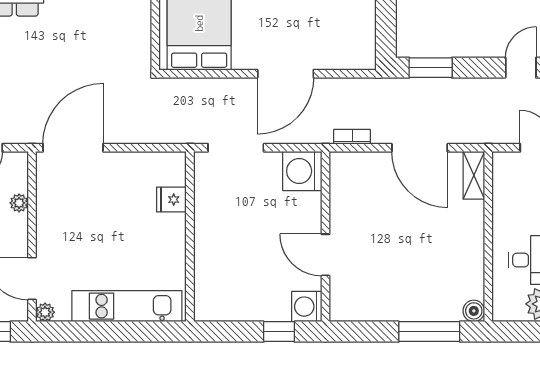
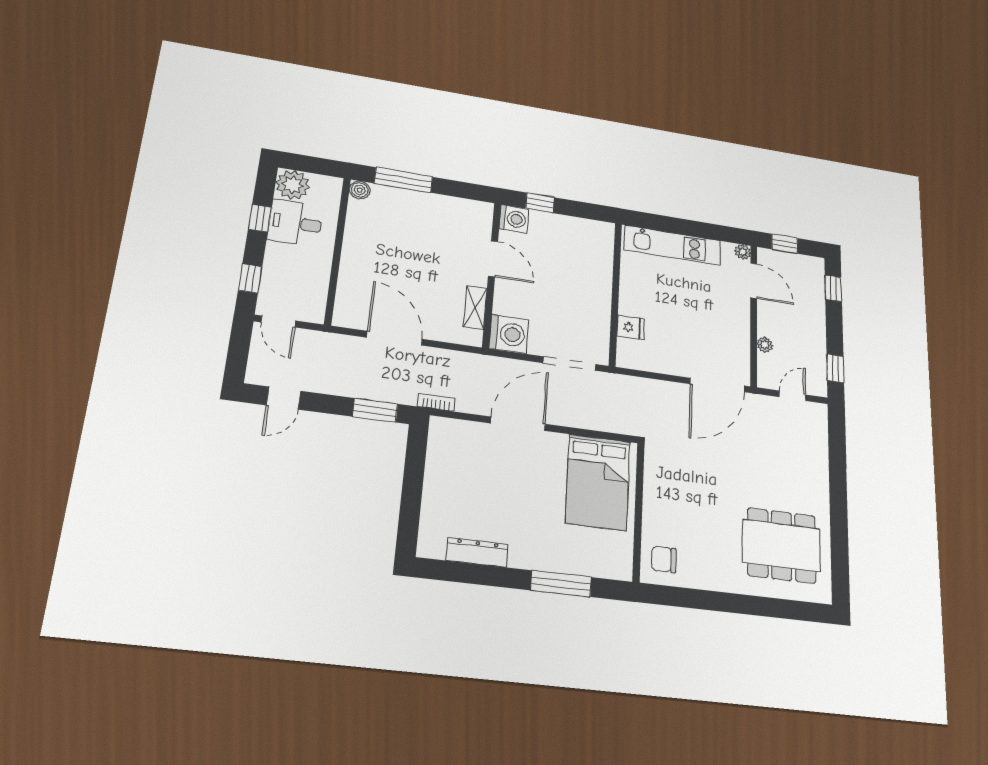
bookcase: (352, 137) -> (436, 402), moved, turned 180
shelving: (474, 175) -> (475, 308), moved

